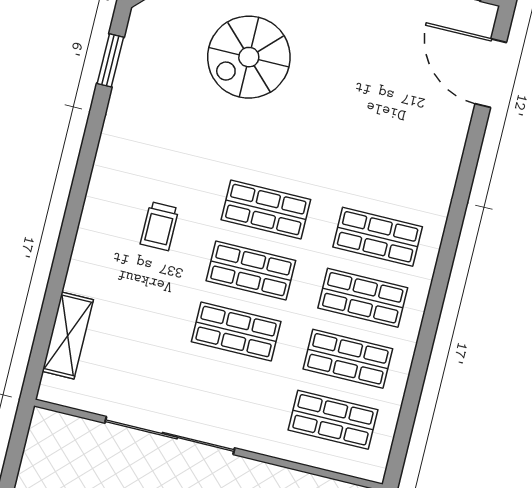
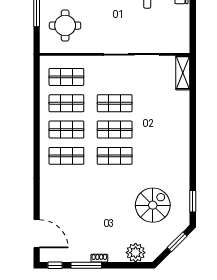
spiral stairs: (249, 57) -> (153, 205), moved
trolley: (159, 226) -> (156, 139), removed
shelving: (68, 335) -> (183, 73), moved

